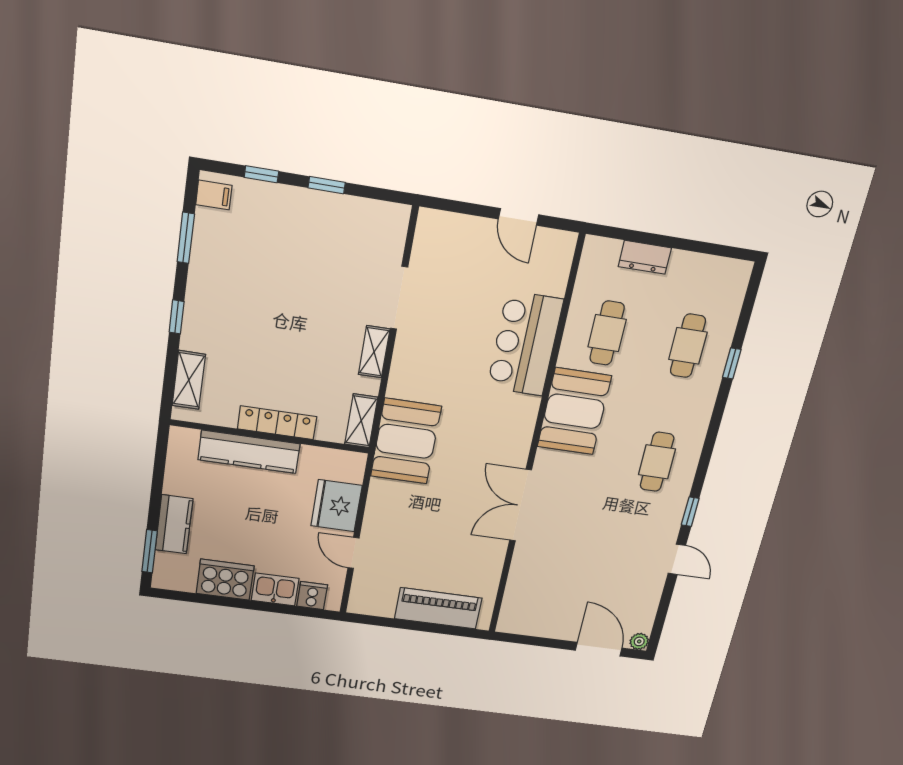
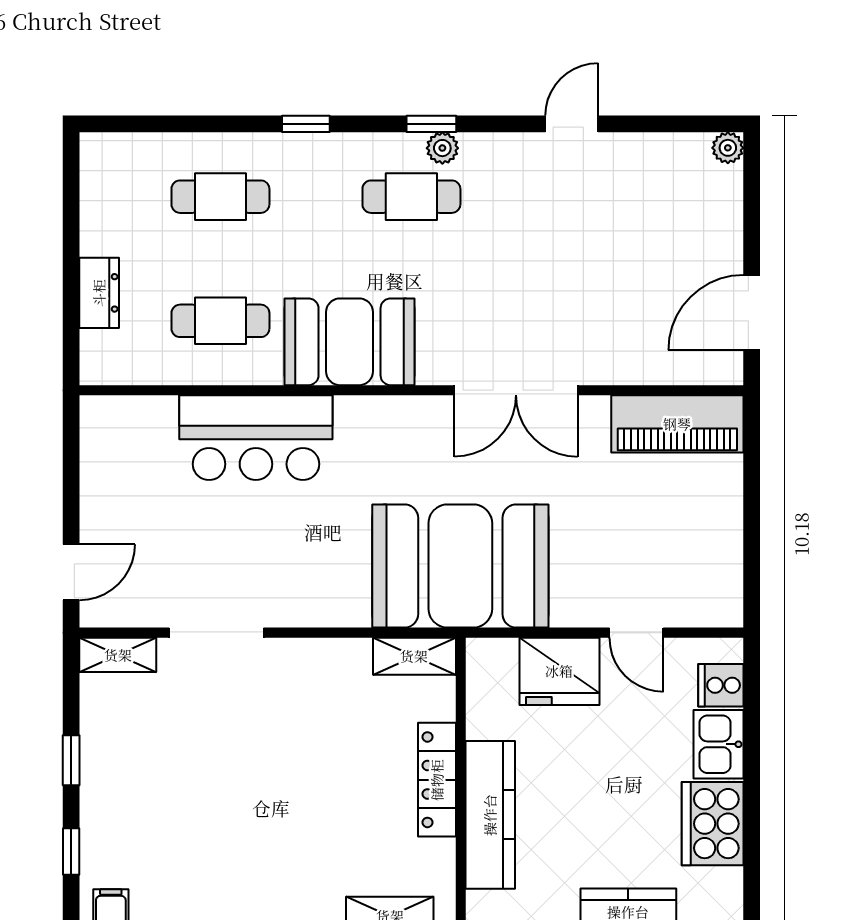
door: (519, 217) -> (71, 572), moved
shelving: (374, 352) -> (118, 655), moved
window: (732, 363) -> (306, 124), moved
booth: (406, 441) -> (460, 566), width x1.36, depth x1.42
plant: (682, 484) -> (442, 148), added
window: (690, 512) -> (431, 124), moved
door: (353, 553) -> (636, 633), hinge flipped
piano: (438, 608) -> (677, 424), moved, turned -90
door: (599, 649) -> (752, 313), moved

